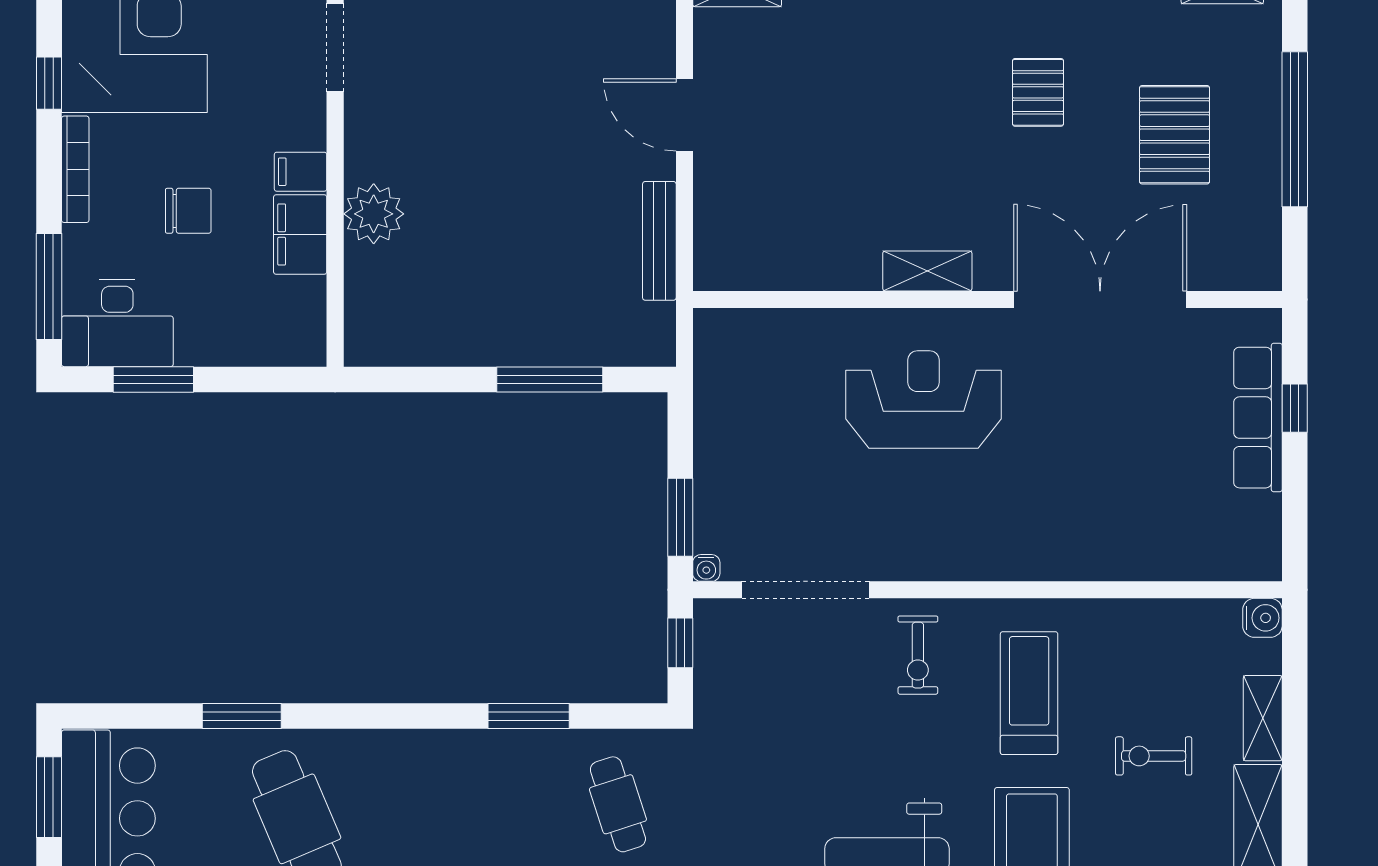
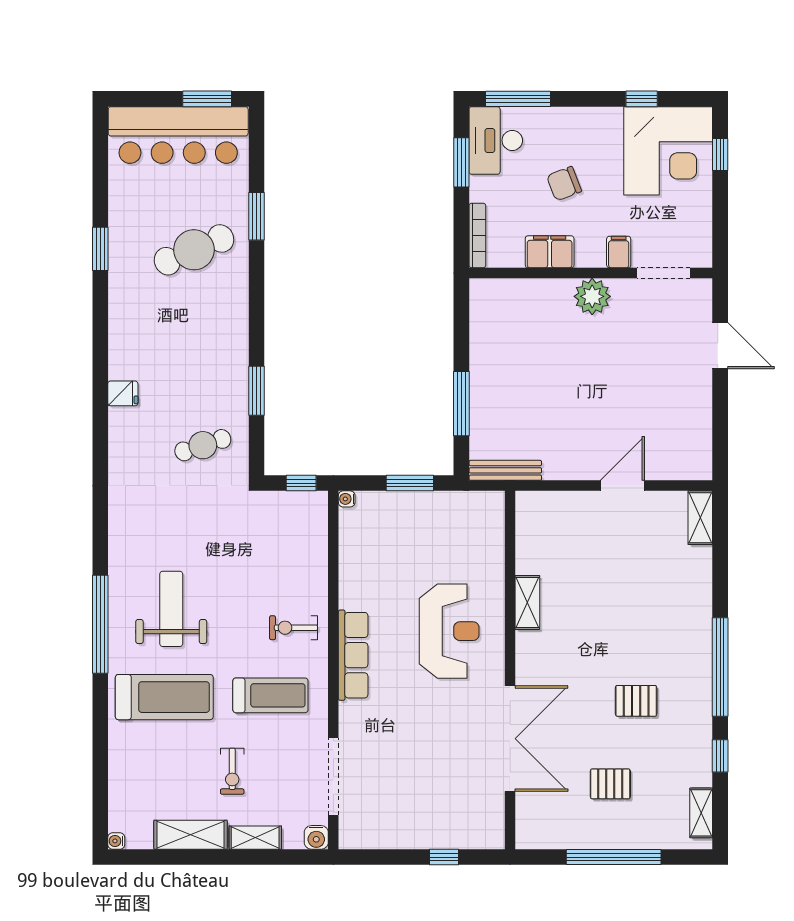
pallet: (1175, 135) -> (610, 784), width x0.67, depth x0.71
bookcase: (75, 169) -> (477, 235), moved, turned -90
filing cabinet: (301, 172) -> (619, 252), moved
chair: (188, 211) -> (564, 184), turned 69
plant: (374, 214) -> (592, 296), moved
bench: (659, 241) -> (505, 470), moved
shelving: (927, 271) -> (527, 602), moved
row of seats: (1258, 418) -> (353, 655), moved, turned 90
window: (680, 517) -> (410, 483), moved
doorway: (805, 590) -> (333, 777), moved
exercise bike: (1154, 756) -> (232, 771), turned 180

